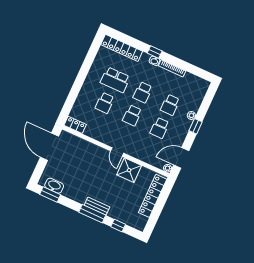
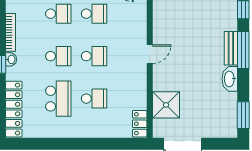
shower: (129, 170) -> (166, 105), moved
washbasin: (54, 186) -> (230, 79), moved

